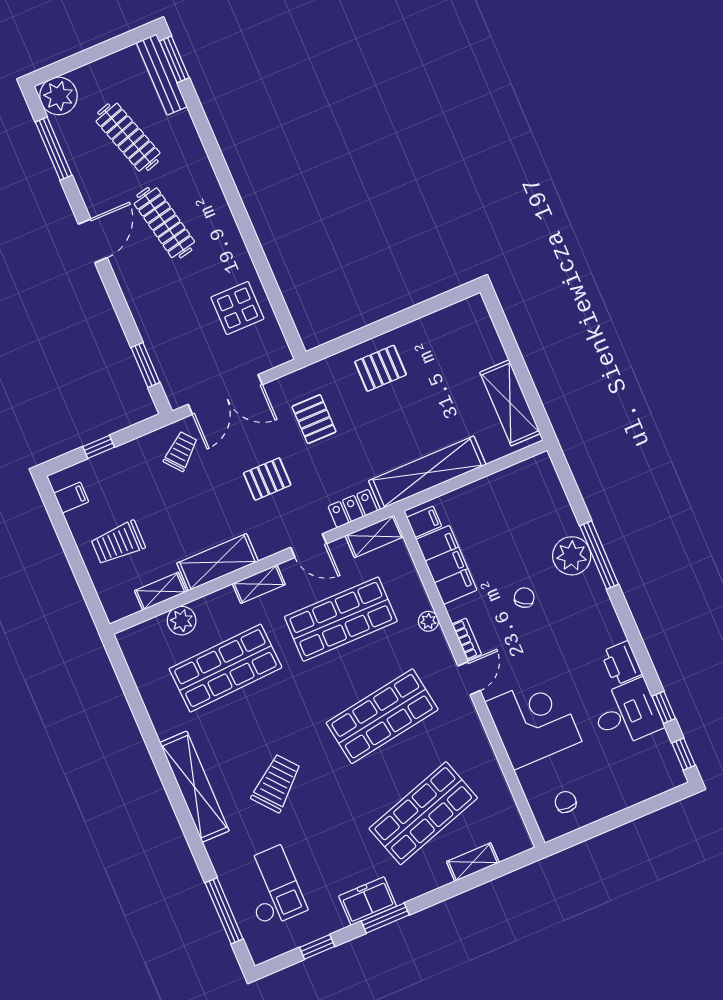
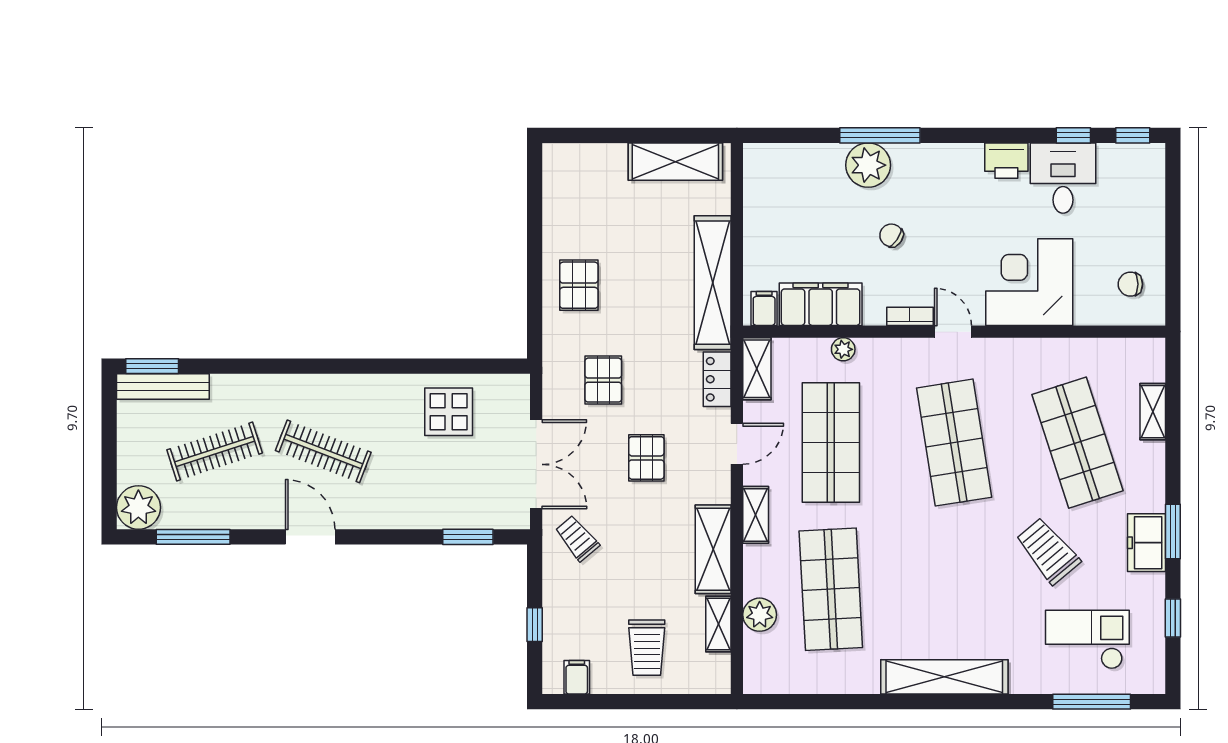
clothes rail: (164, 223) -> (323, 451), turned 33
pallet: (314, 419) -> (603, 380), turned 90
plant: (428, 621) -> (843, 349), moved
trolley: (276, 783) -> (1048, 551), moved

